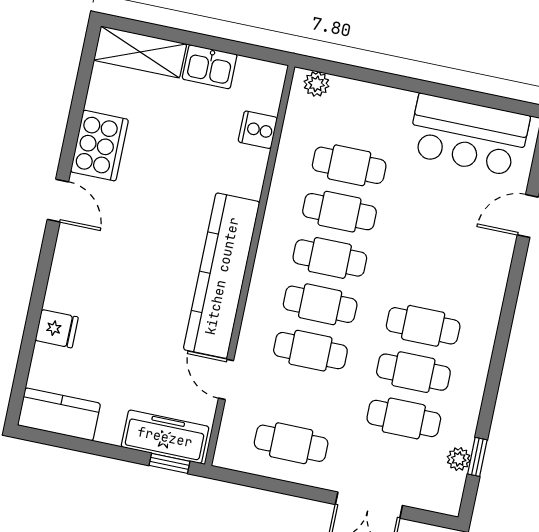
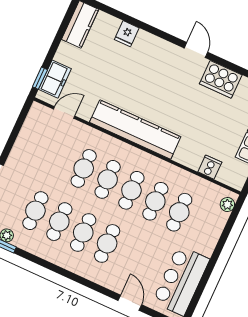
door: (58, 201) -> (196, 50), swing flipped
door: (226, 379) -> (64, 113), moved
freezer: (165, 437) -> (55, 79), width x0.71
cafe table: (291, 443) -> (107, 243), moved

